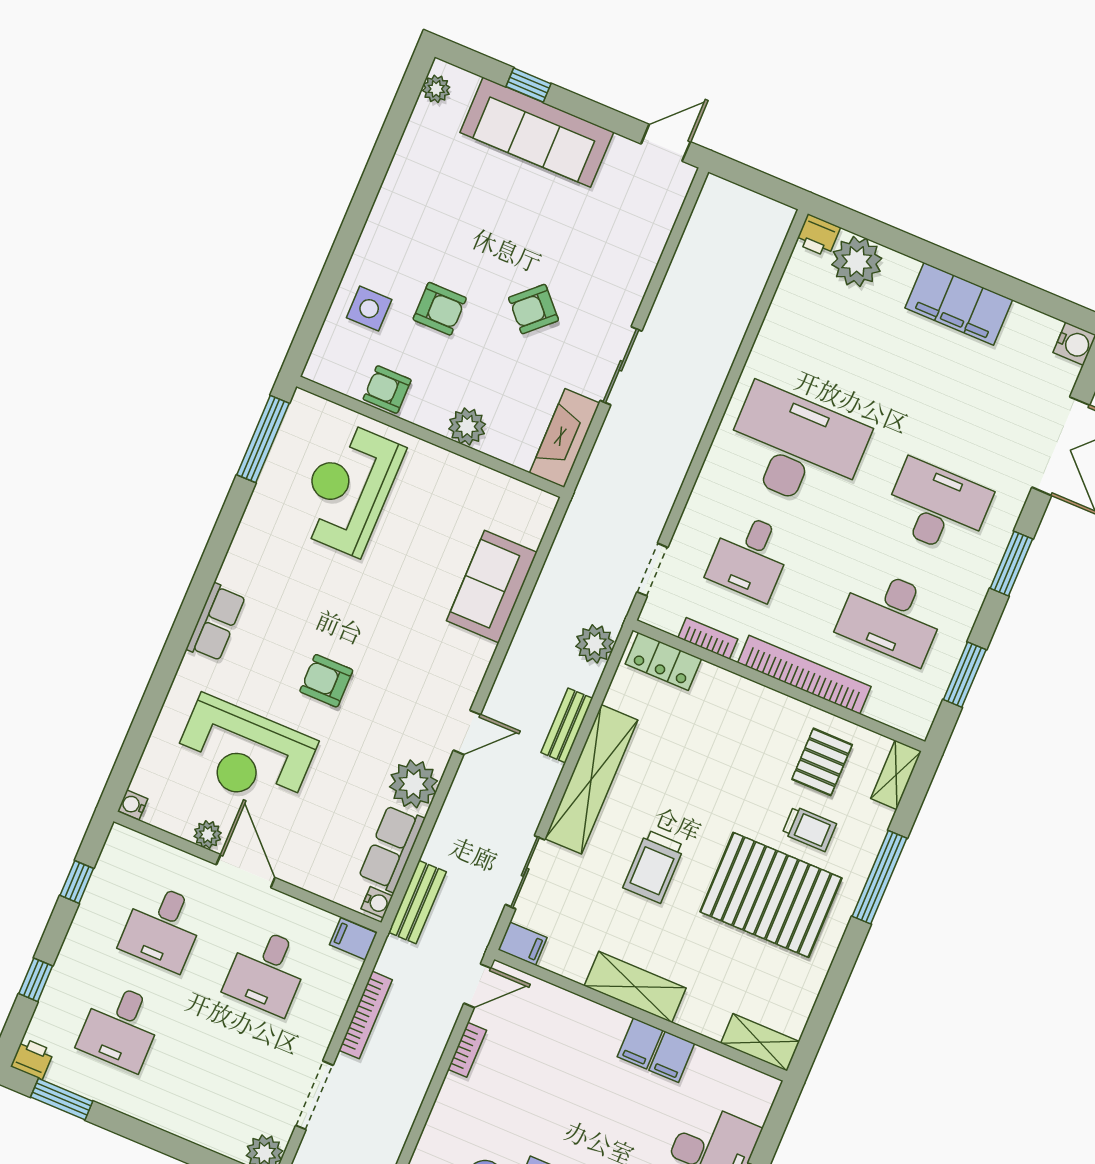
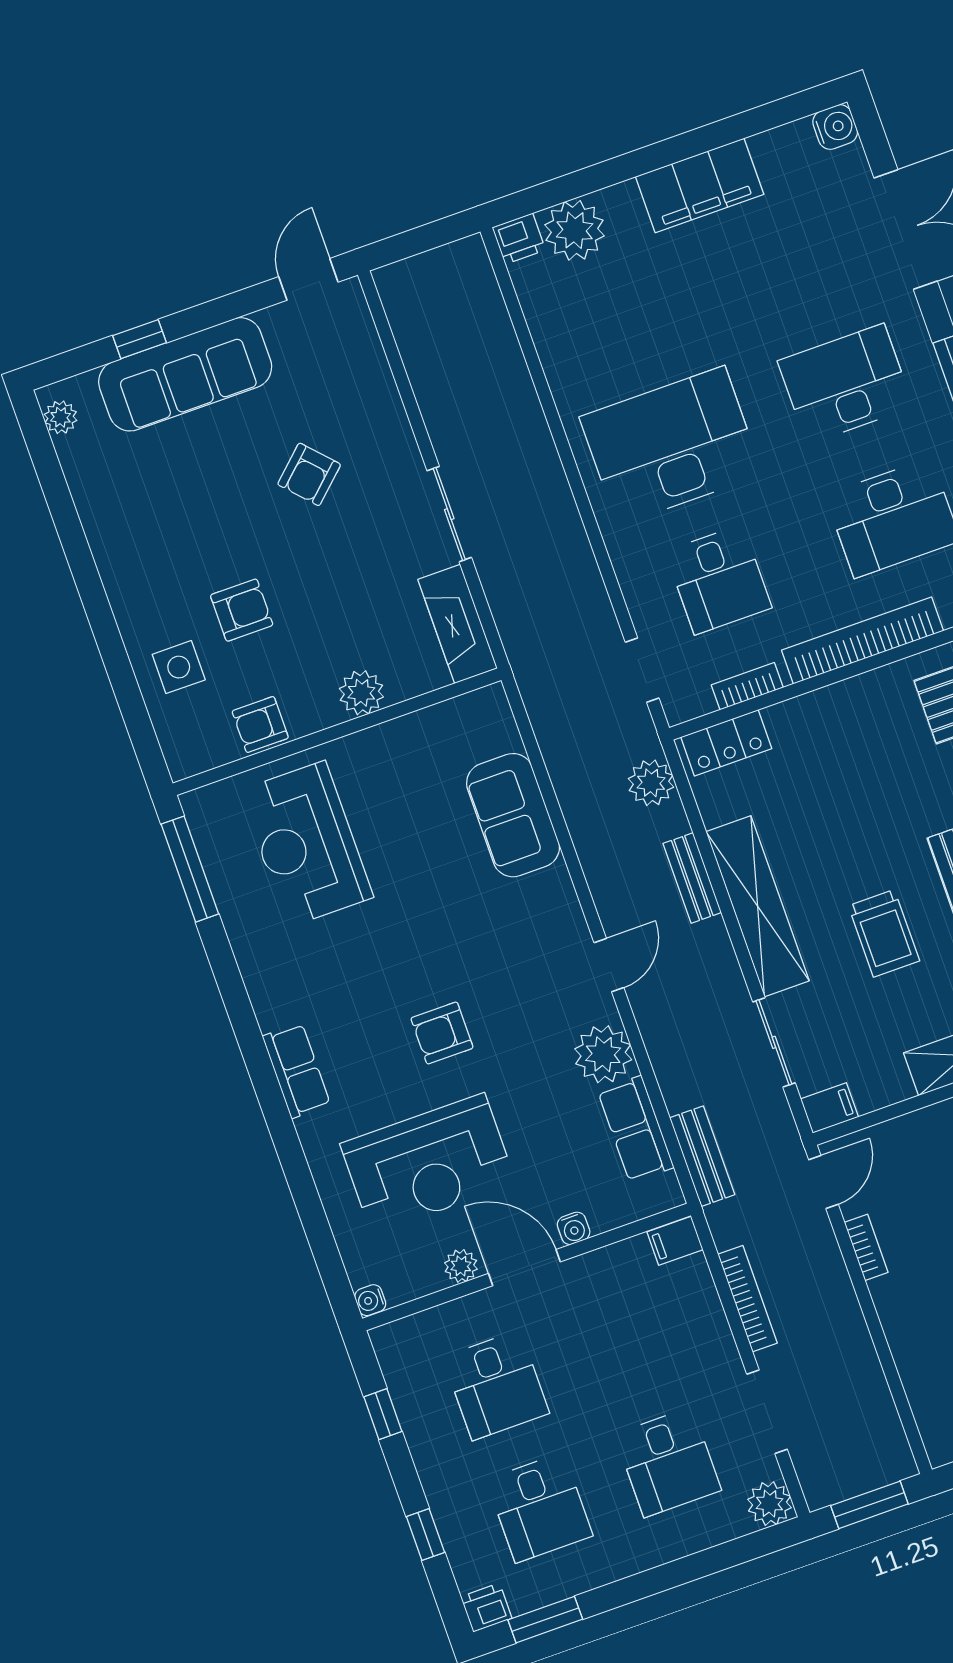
armchair: (533, 309) -> (309, 474), moved
water cooler: (377, 902) -> (574, 1228), moved, turned 90
desk: (267, 971) -> (668, 1462), moved

